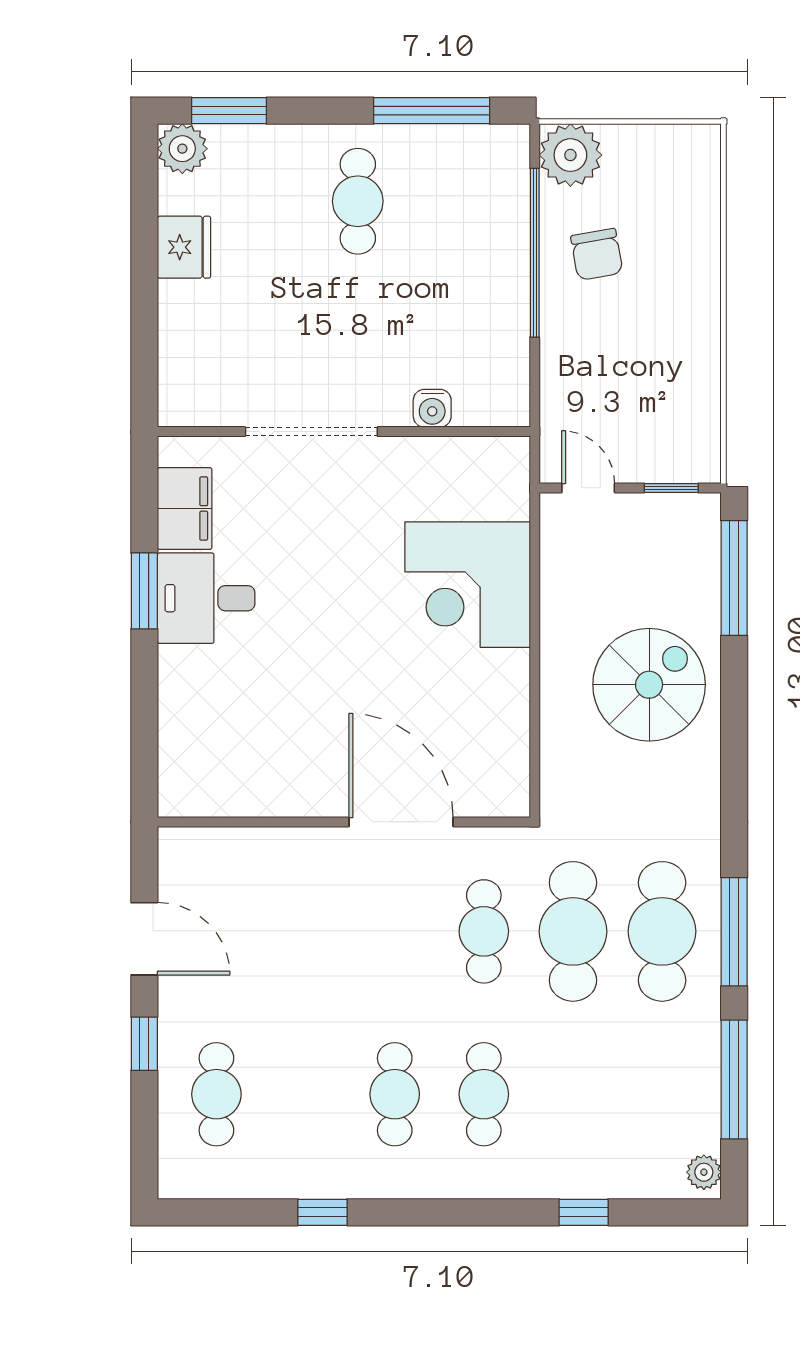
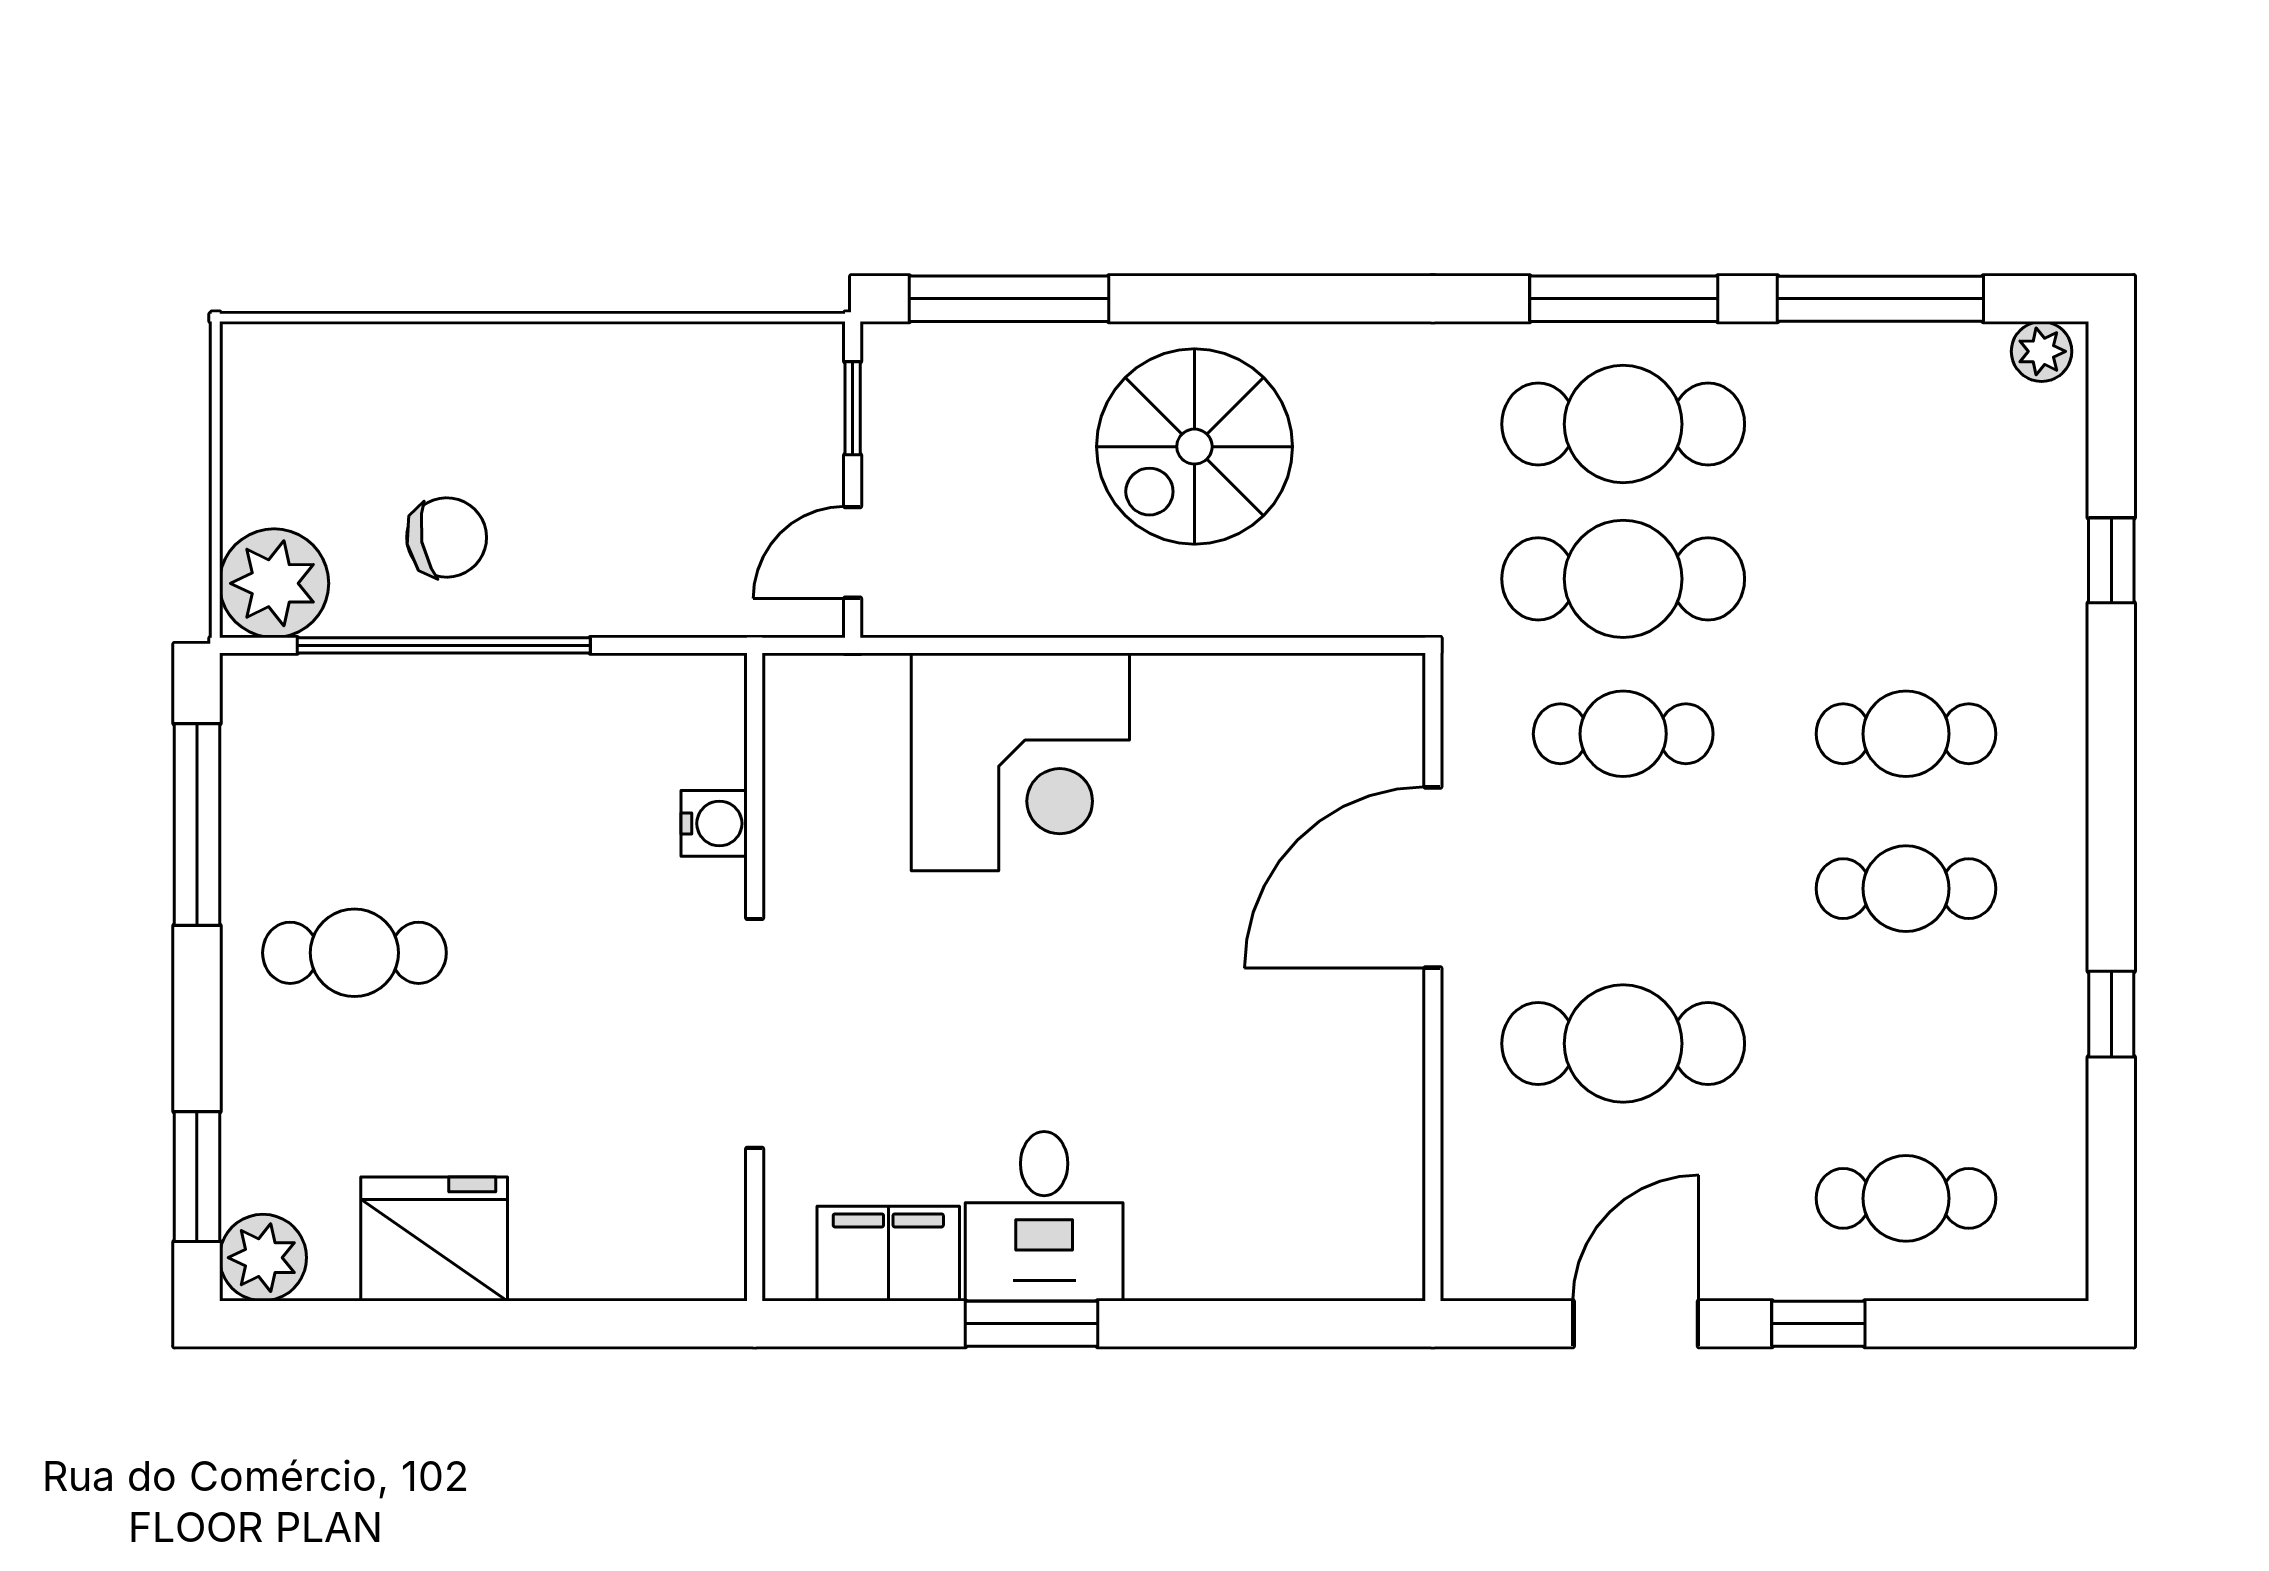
fridge: (184, 247) -> (434, 1239), width x1.36, depth x1.34
spiral stairs: (649, 685) -> (1194, 447), turned -90
cafe table: (306, 931) -> (1623, 1044), added

